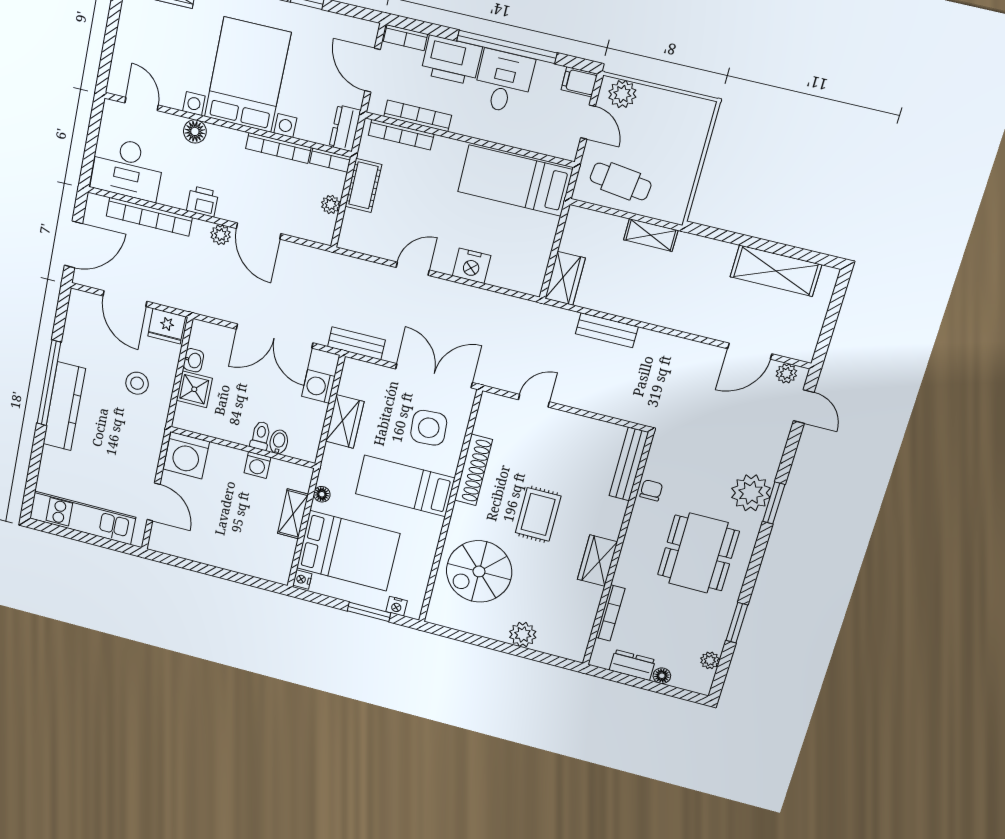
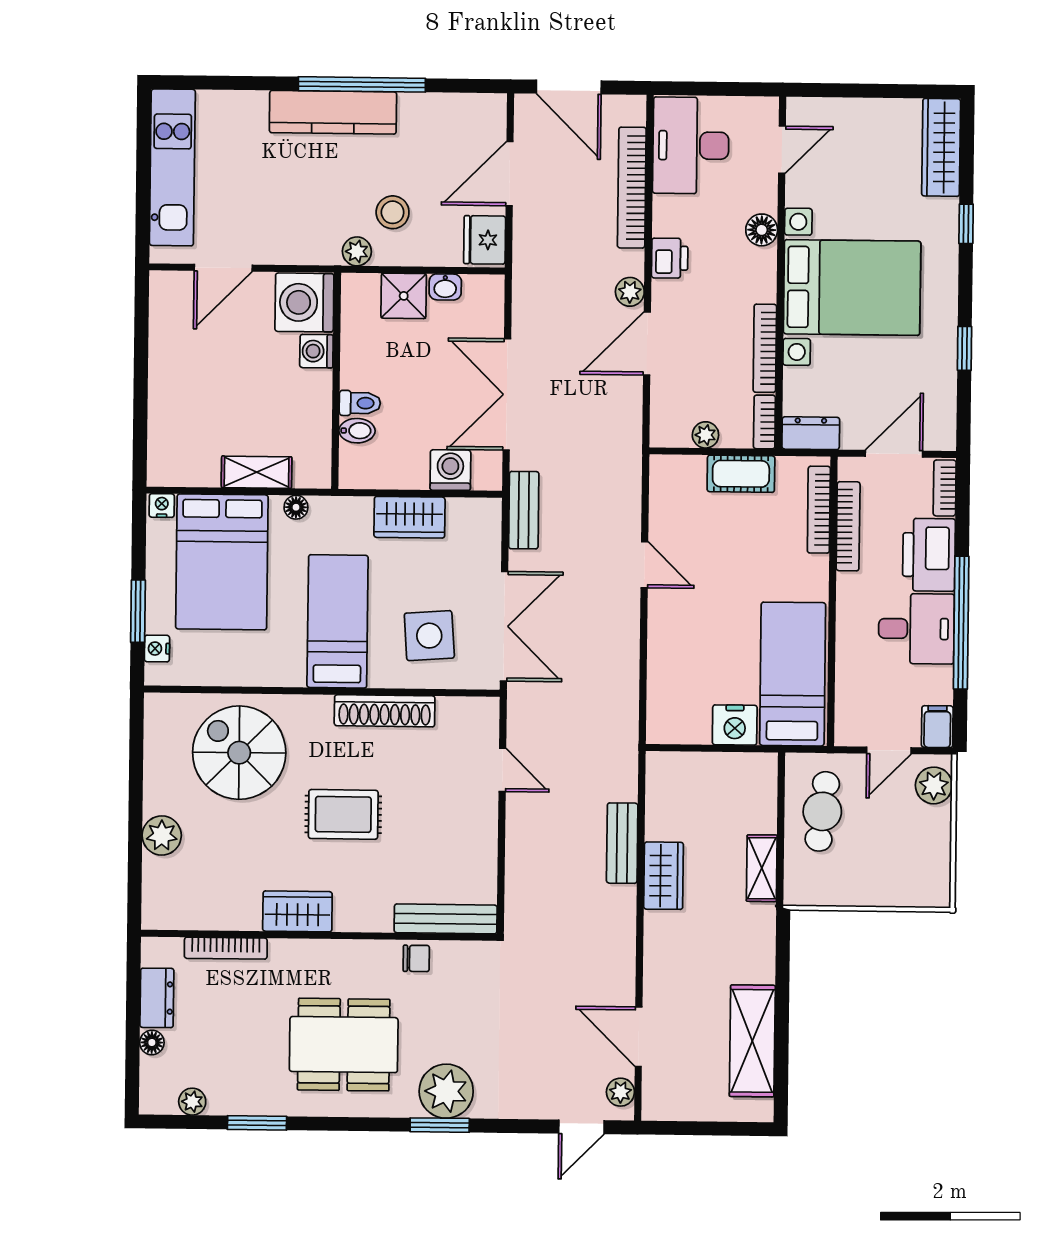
nightstand: (472, 266) -> (735, 725), moved, turned -90
wardrobe: (565, 278) -> (664, 876), moved, turned -90
plant: (159, 413) -> (357, 251), added
washing machine: (257, 465) -> (316, 351), moved

